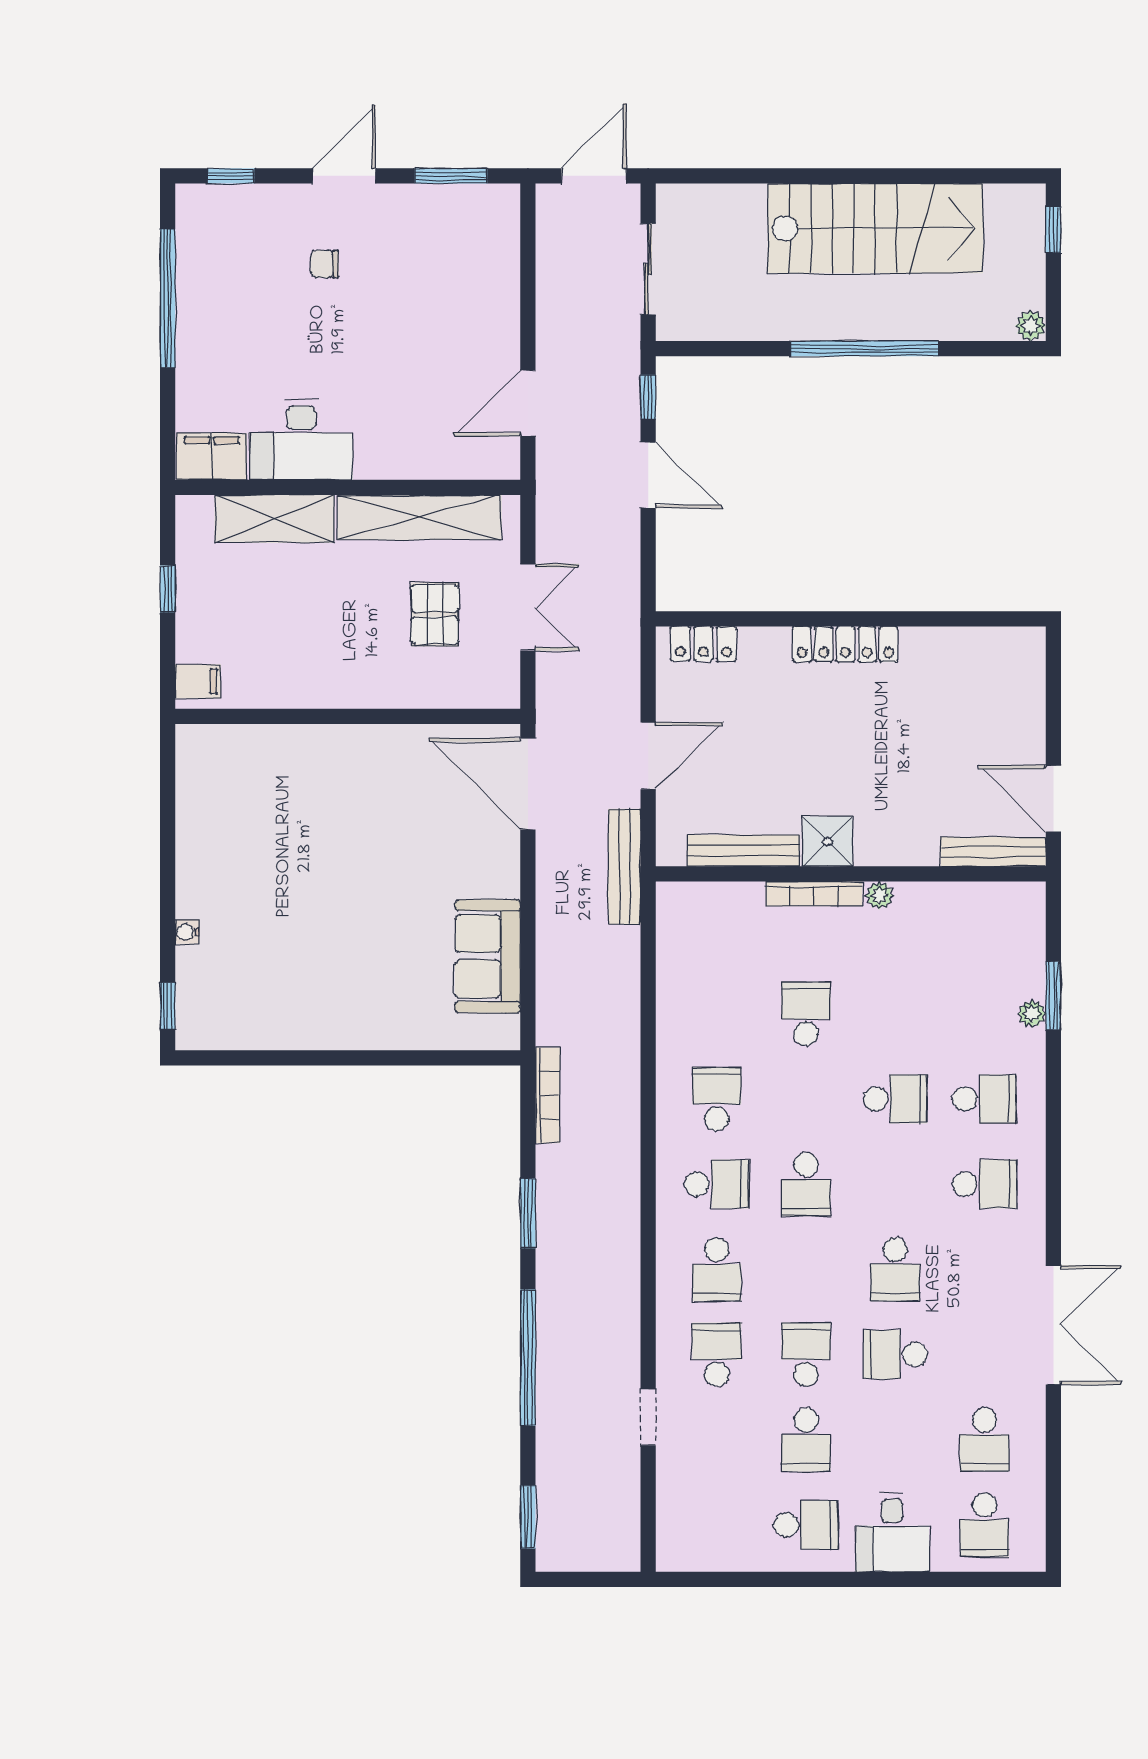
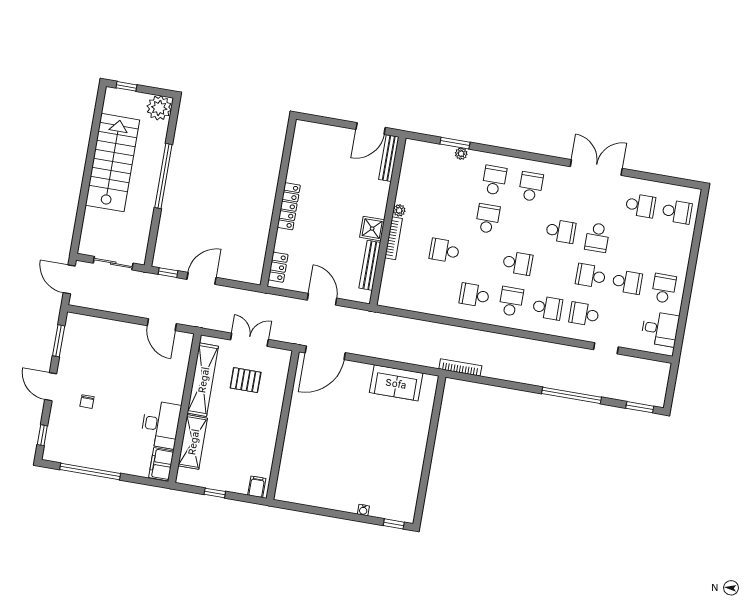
plant: (1031, 326) -> (159, 108), width x1.88, depth x1.88
bench: (624, 867) -> (368, 318), removed
window: (528, 1213) -> (509, 385), removed
desk: (892, 1532) -> (660, 329), moved

